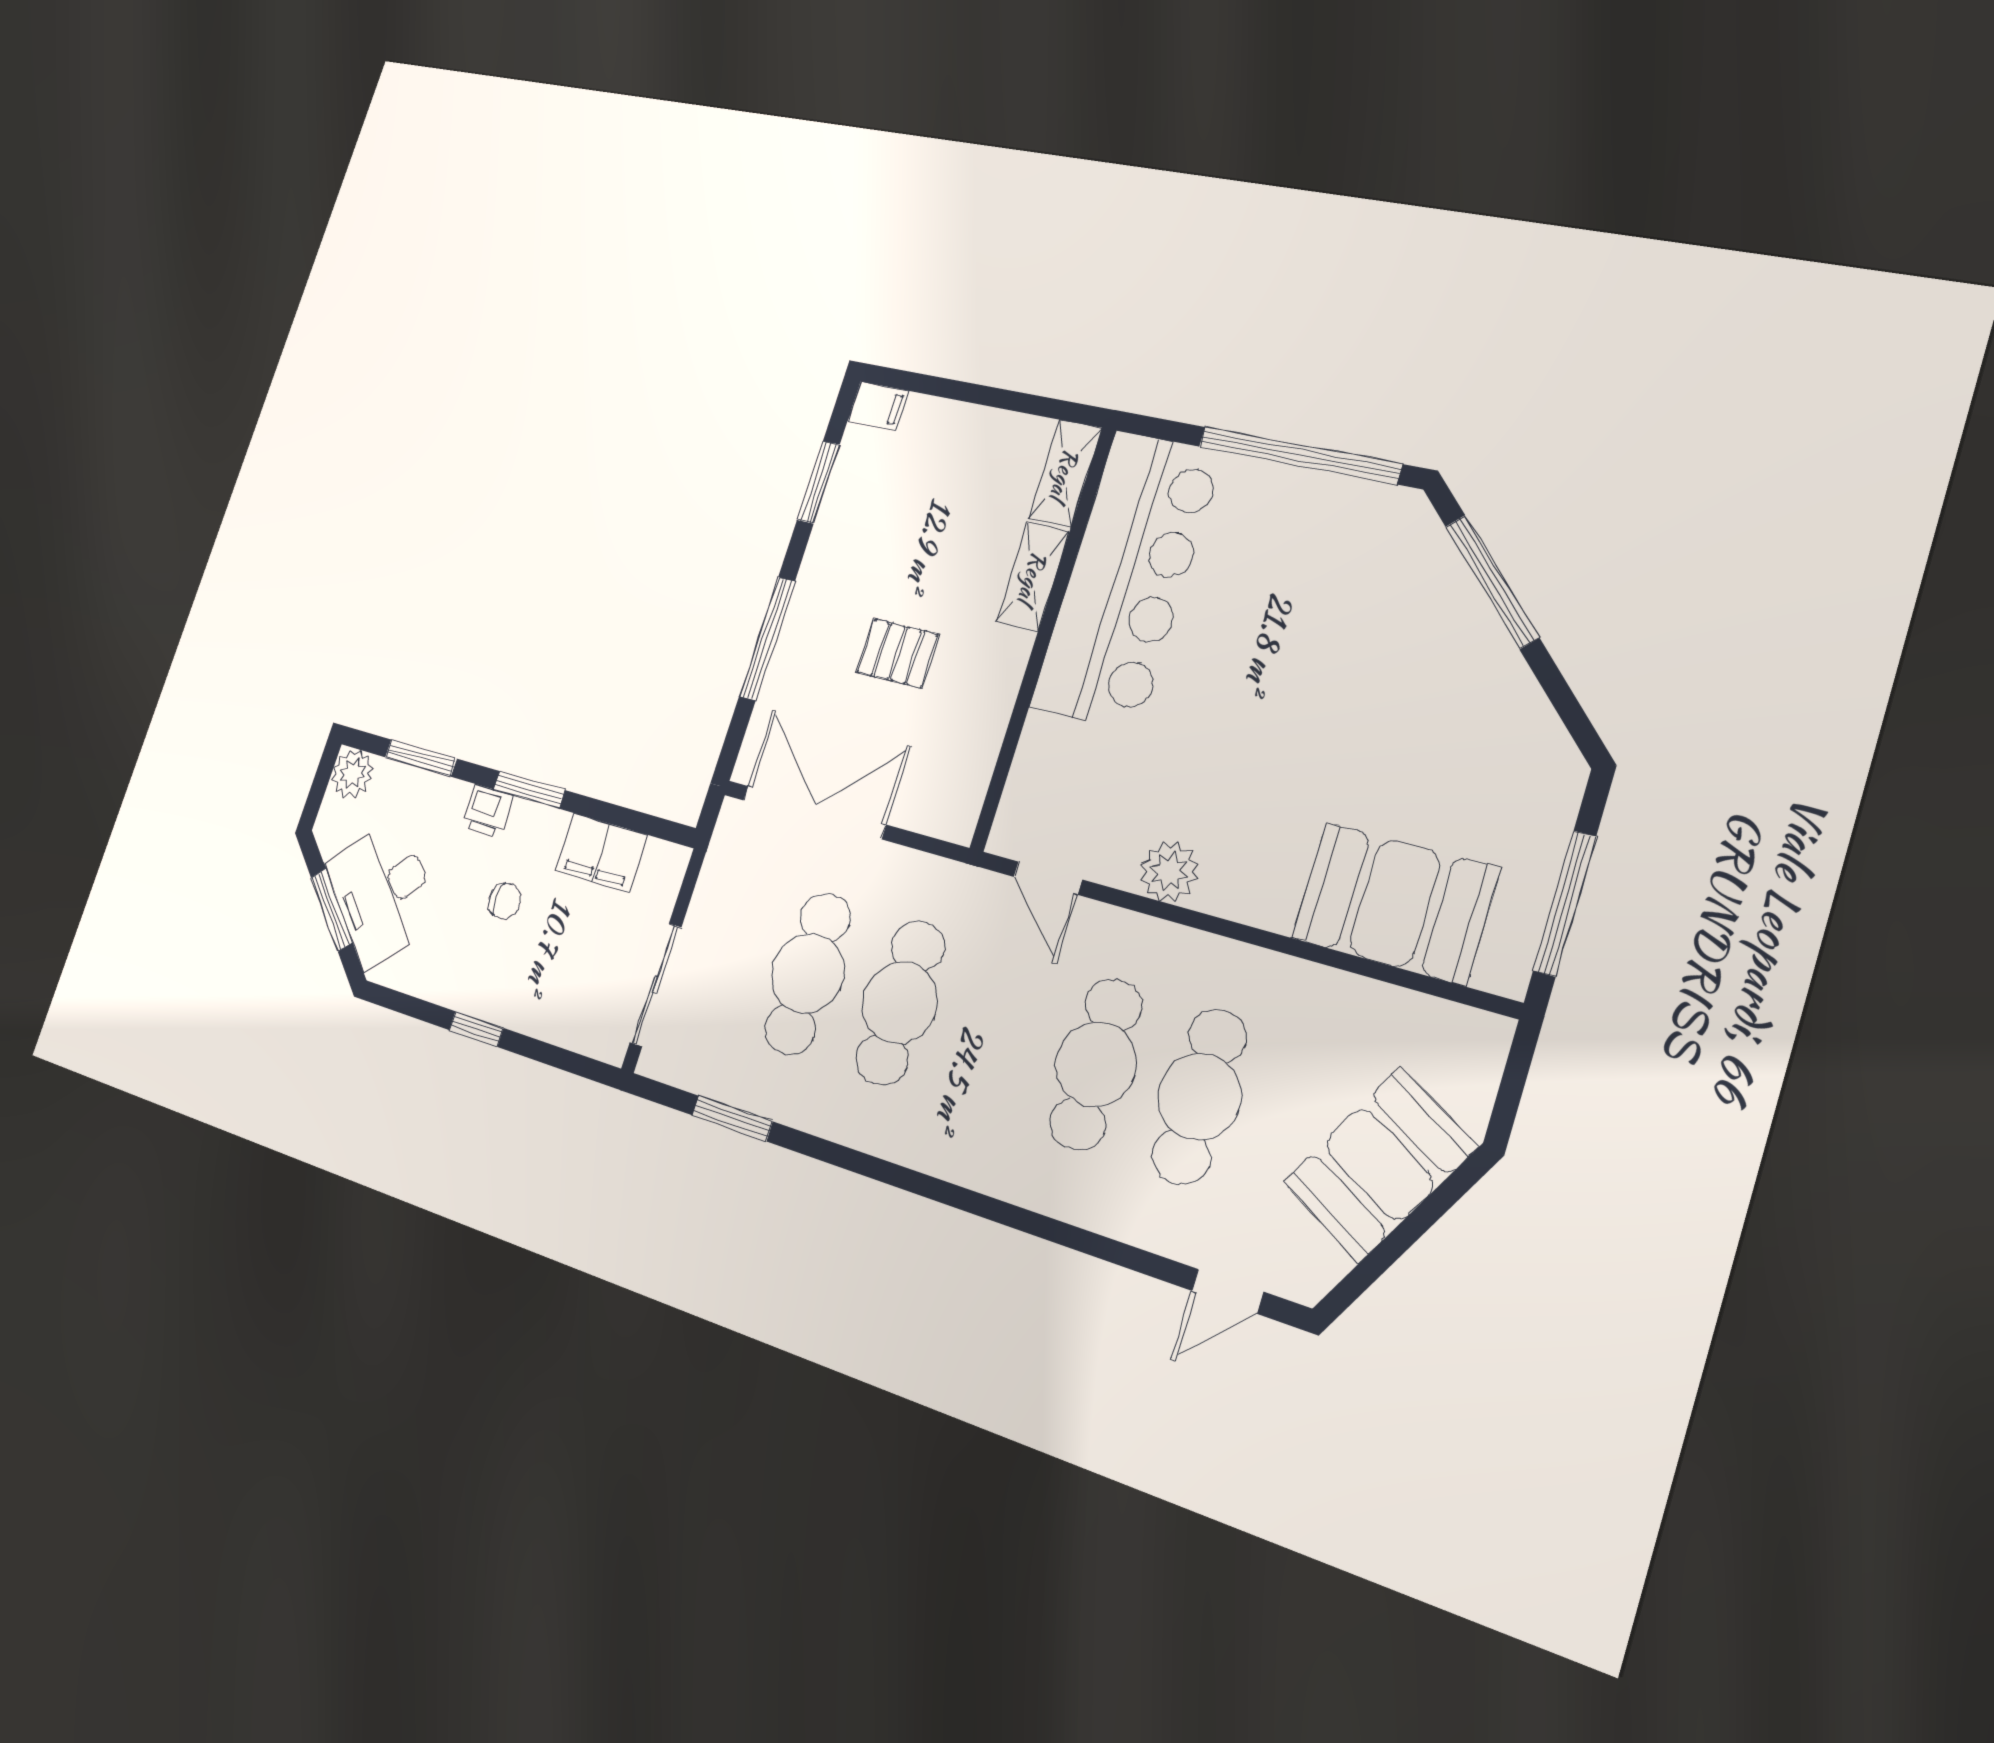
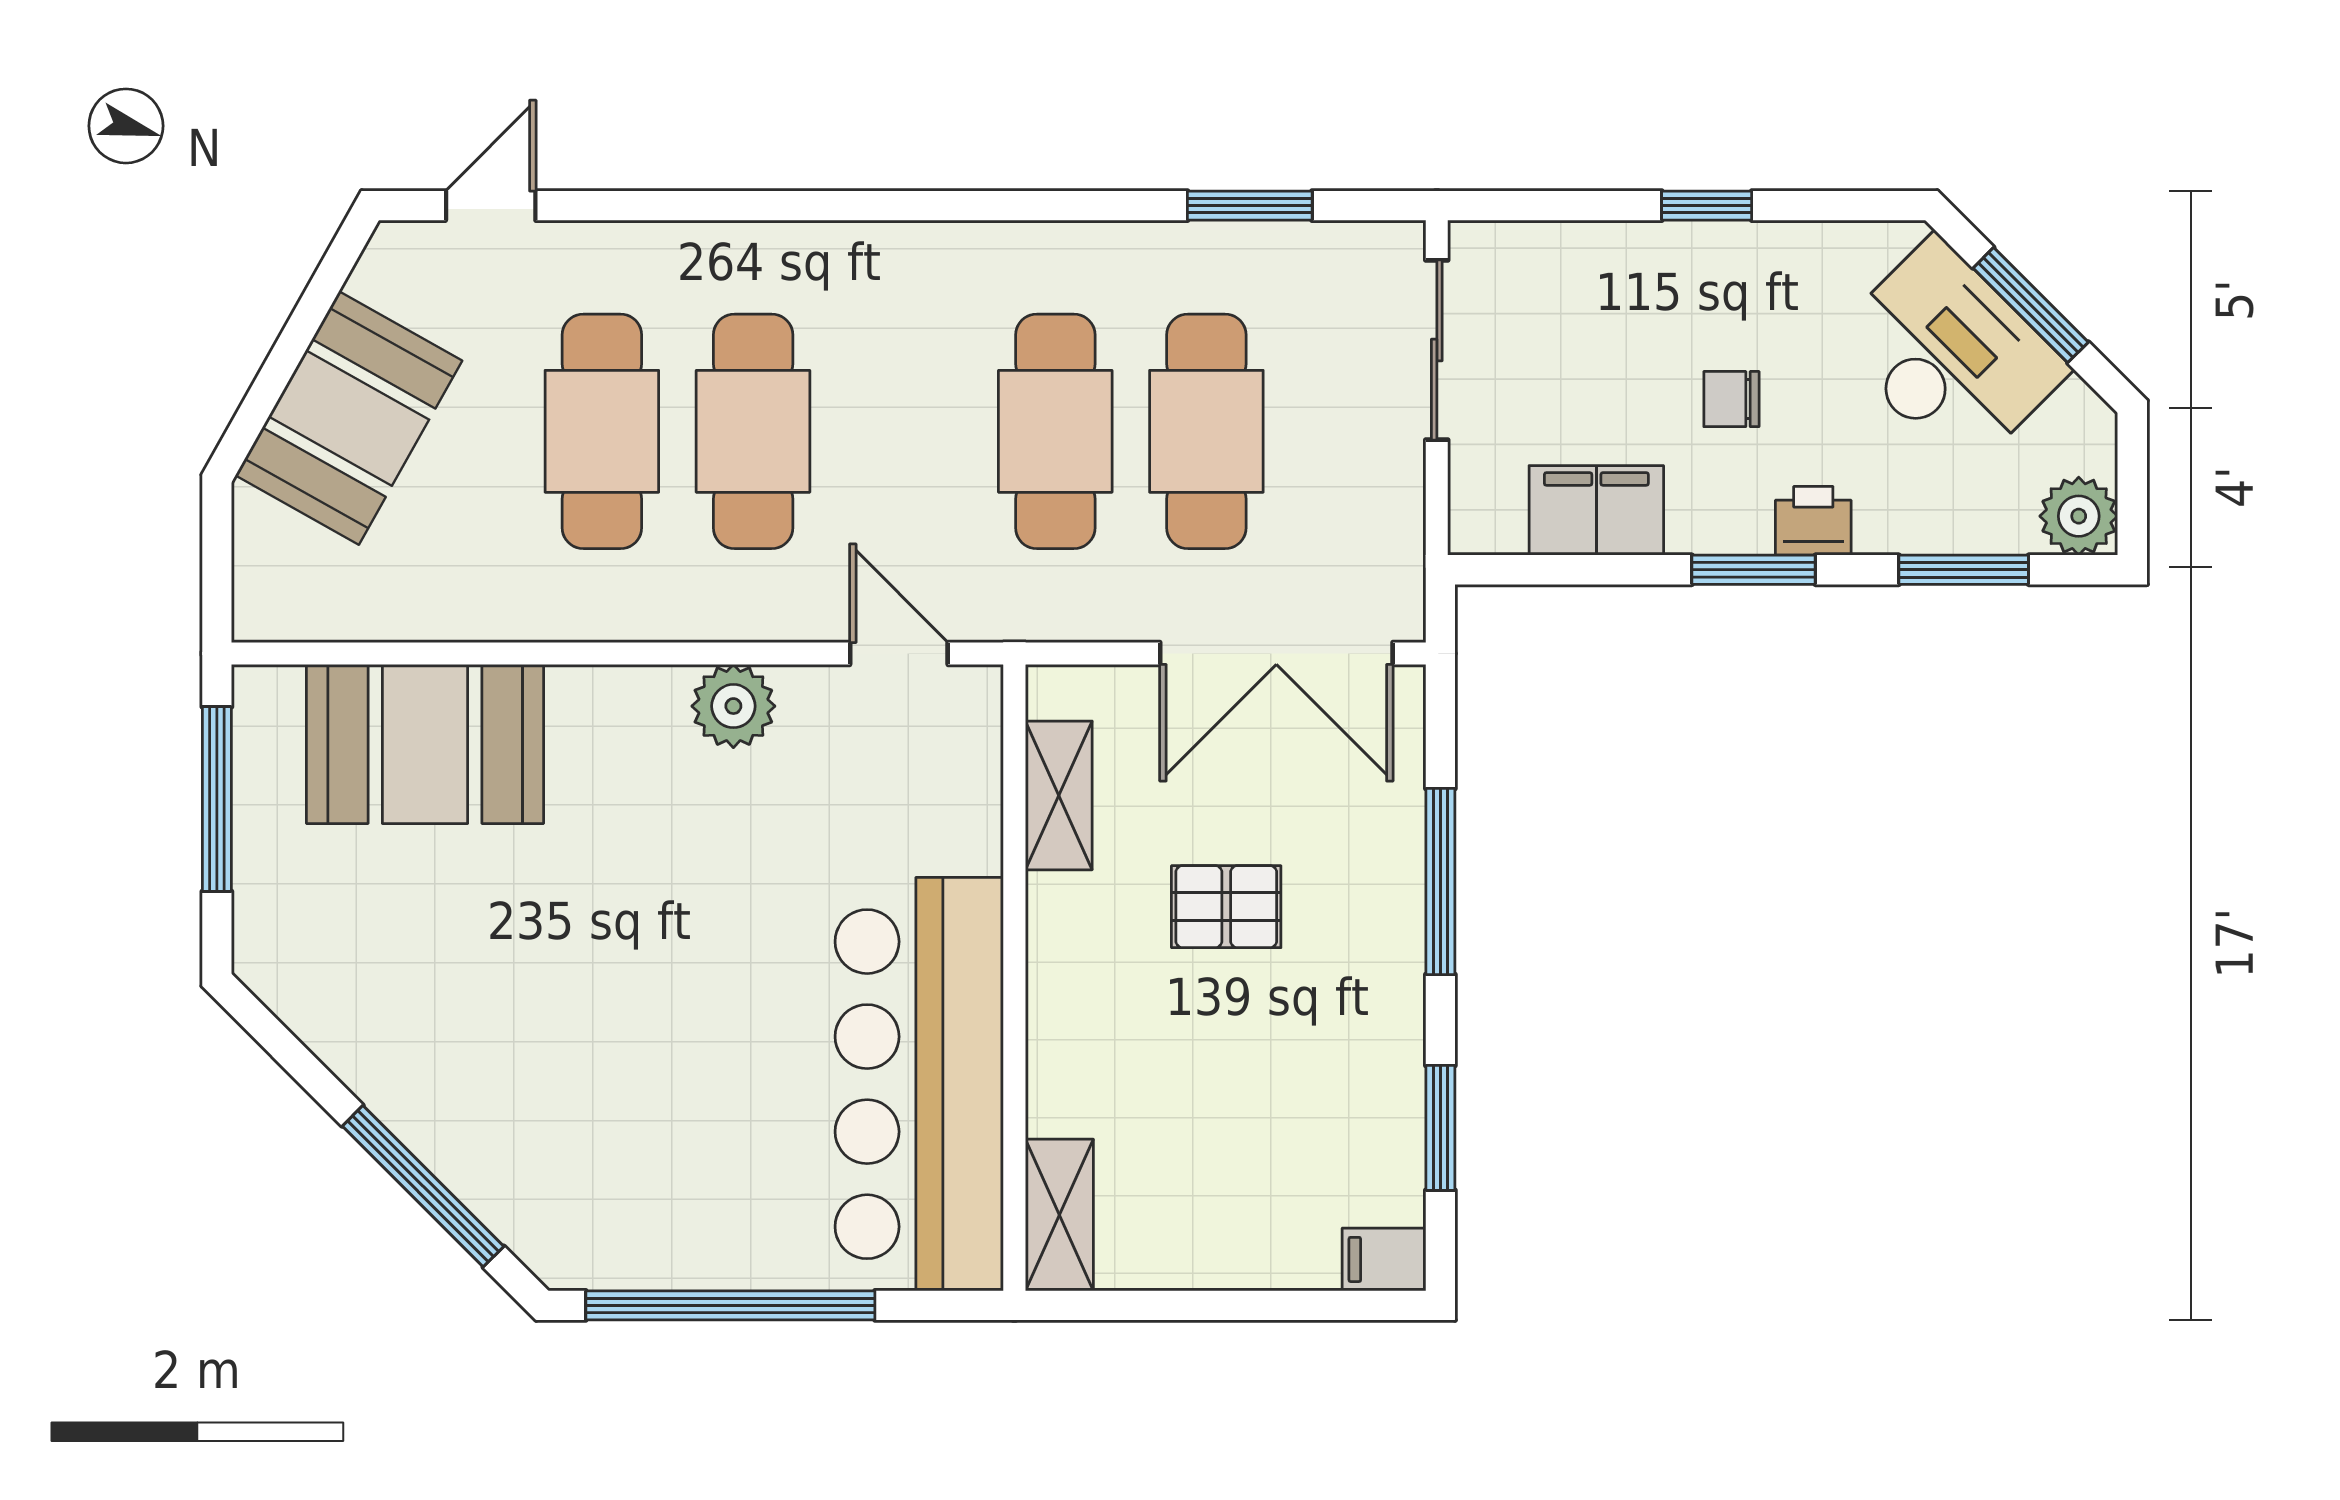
shelving: (1033, 577) -> (1059, 795), moved

